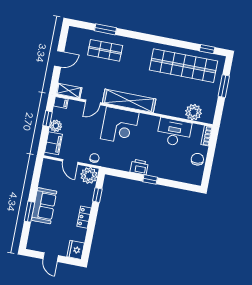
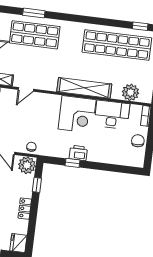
shop shelf: (105, 50) -> (35, 35), width x1.43, depth x1.36
shelving: (129, 101) -> (84, 88), moved
corner desk: (120, 126) -> (77, 114), moved
window: (150, 179) -> (72, 163), moved

